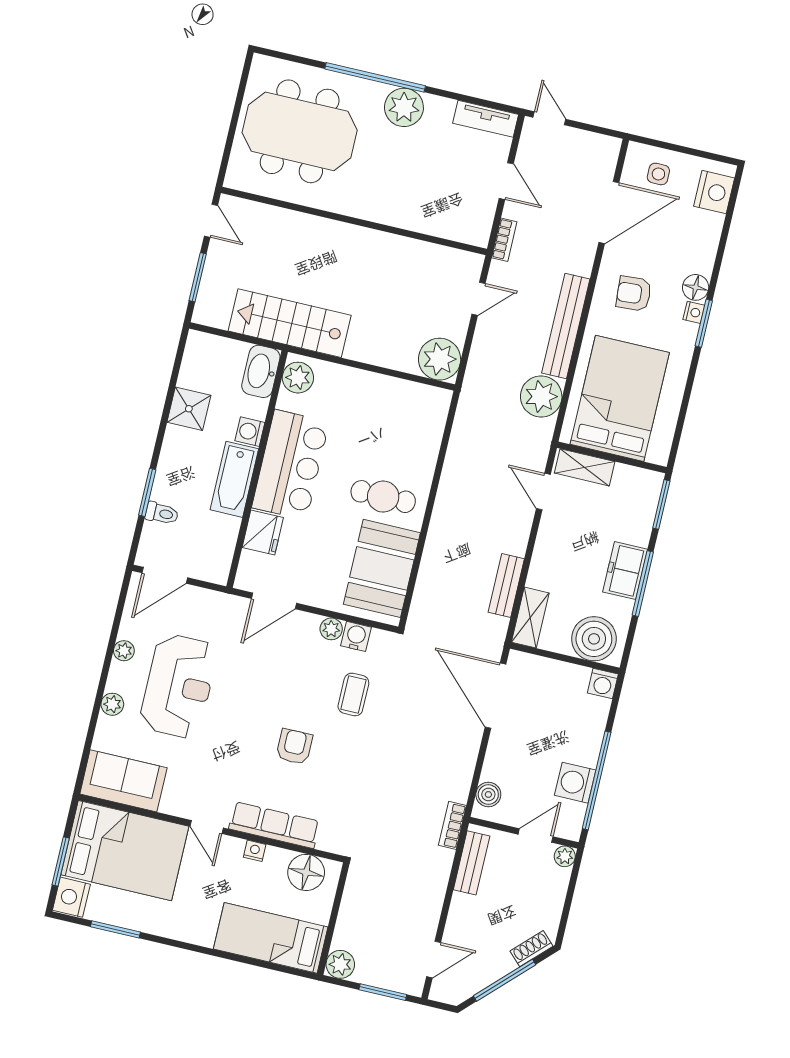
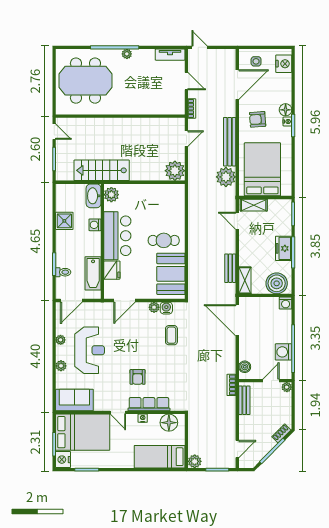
plant: (404, 107) -> (127, 54), width x0.53, depth x0.53
bathtub: (234, 479) -> (93, 273), moved
armchair: (294, 747) -> (138, 377), moved, turned 180

